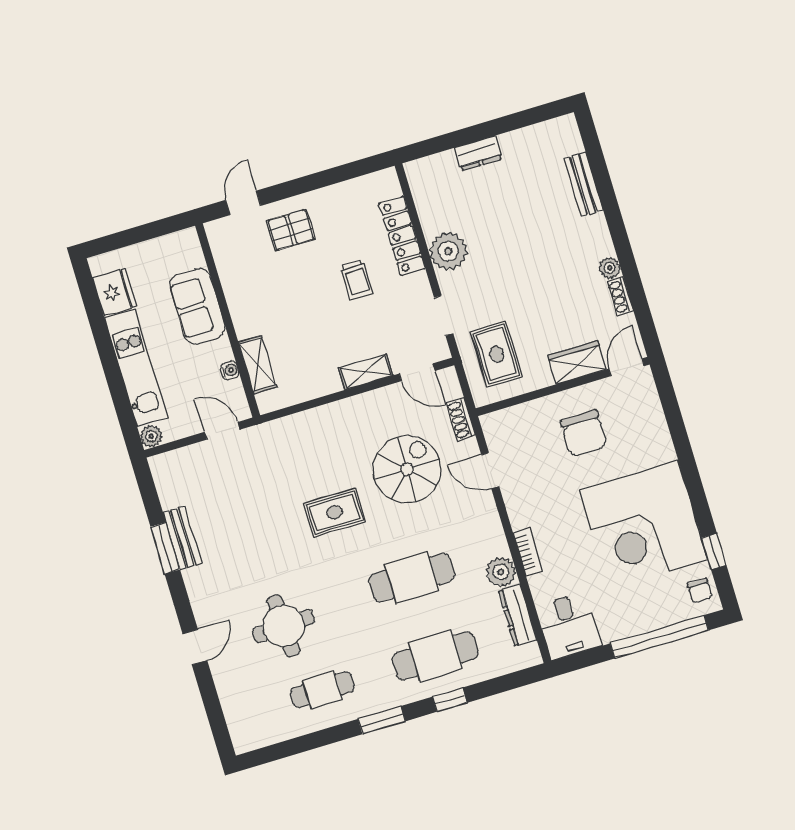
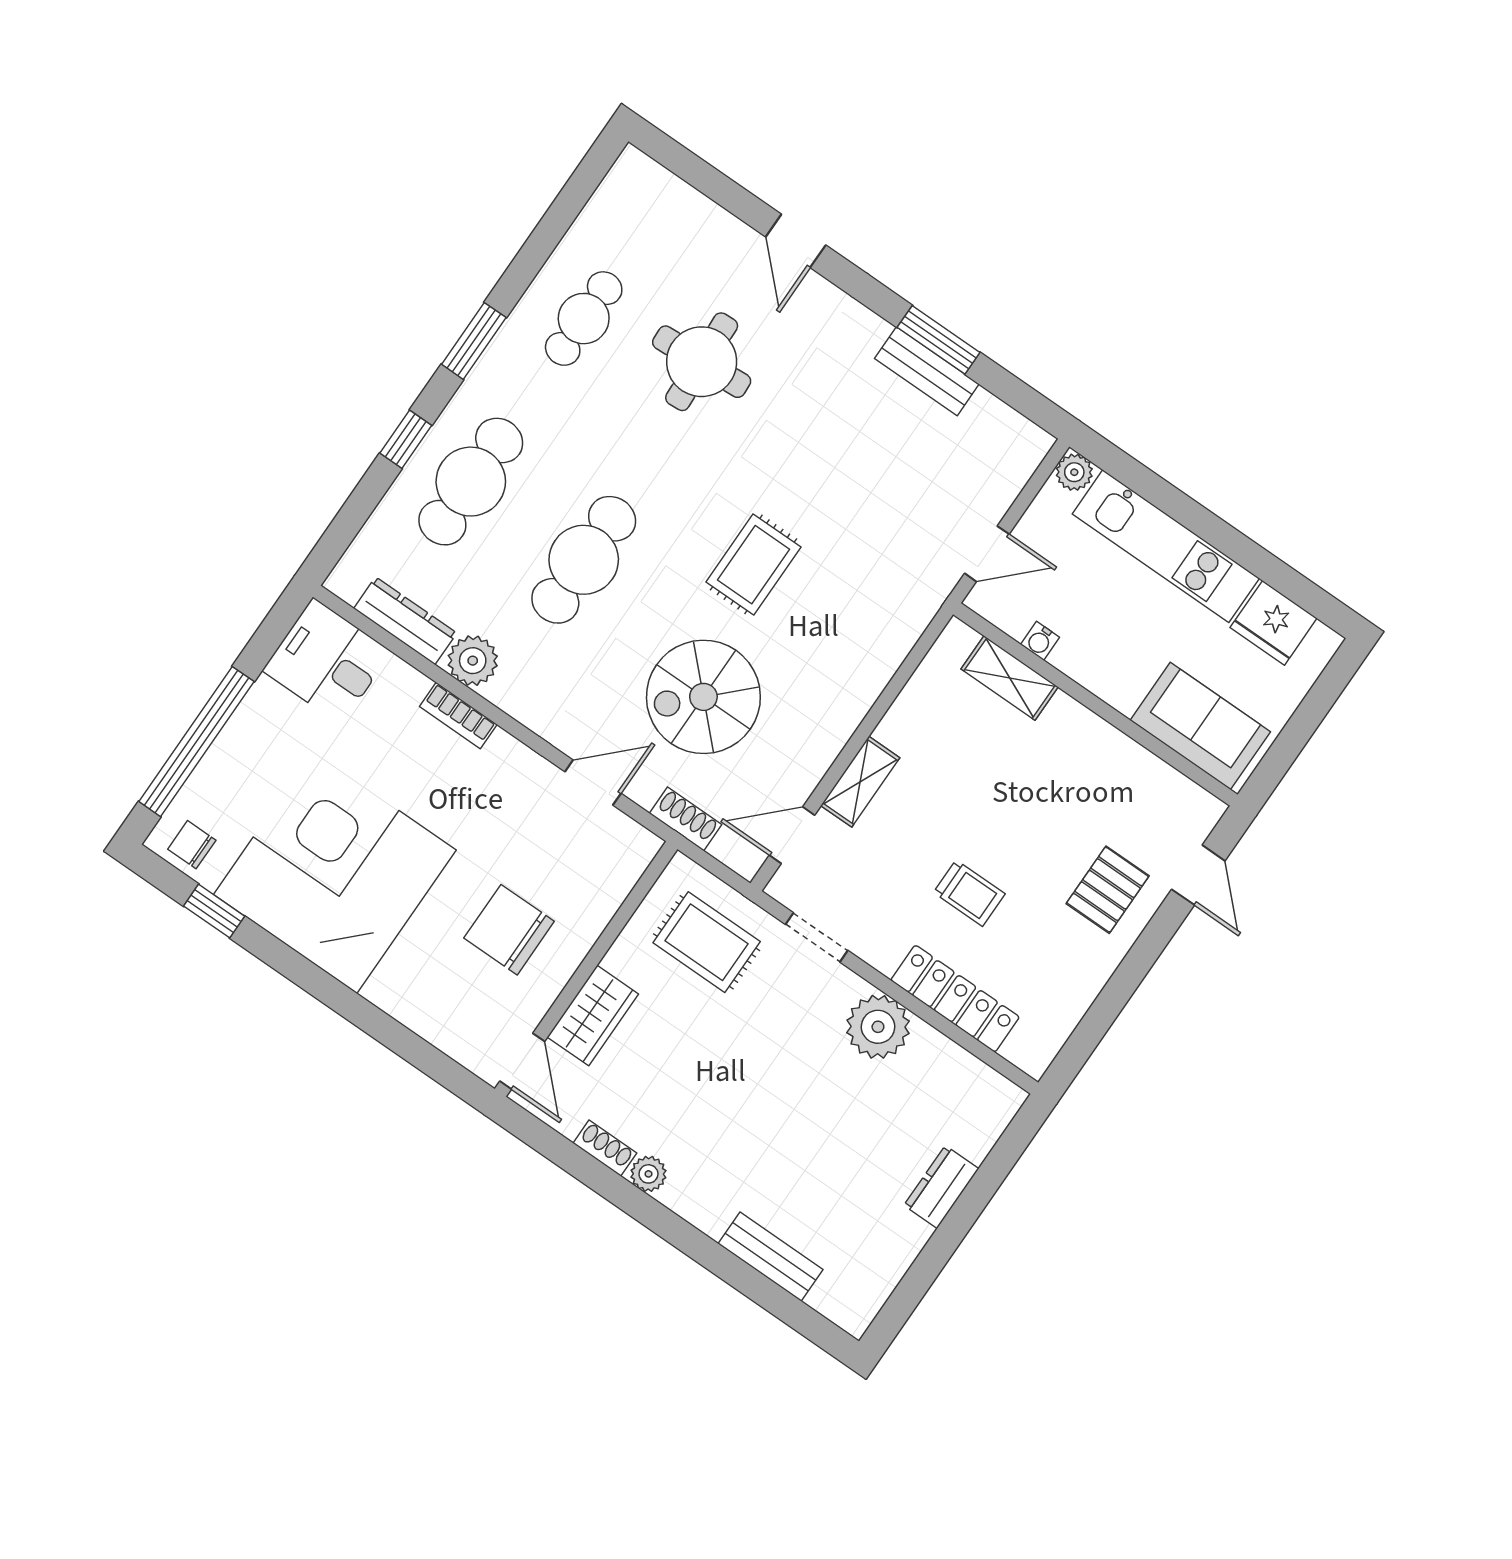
trolley: (356, 280) -> (969, 893), turned 180
sofa: (197, 306) -> (1200, 726), moved
spiral stairs: (407, 469) -> (703, 697), turned 90

